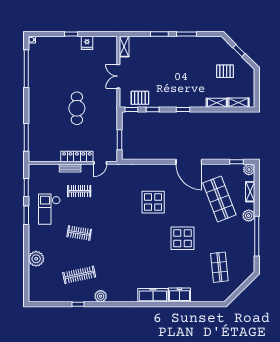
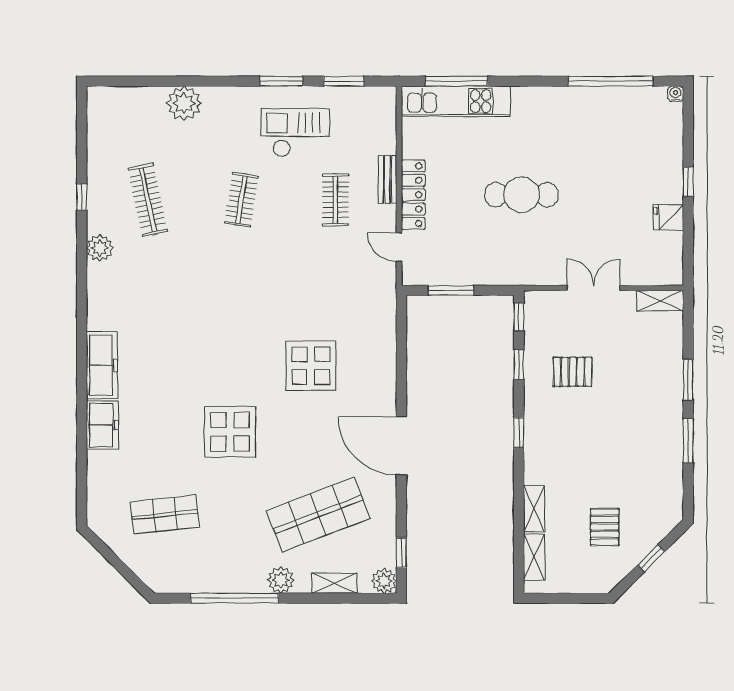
pallet: (140, 98) -> (573, 372), moved, turned 90
kitchen unit: (35, 138) -> (456, 101), added
door: (189, 162) -> (401, 446), hinge flipped

